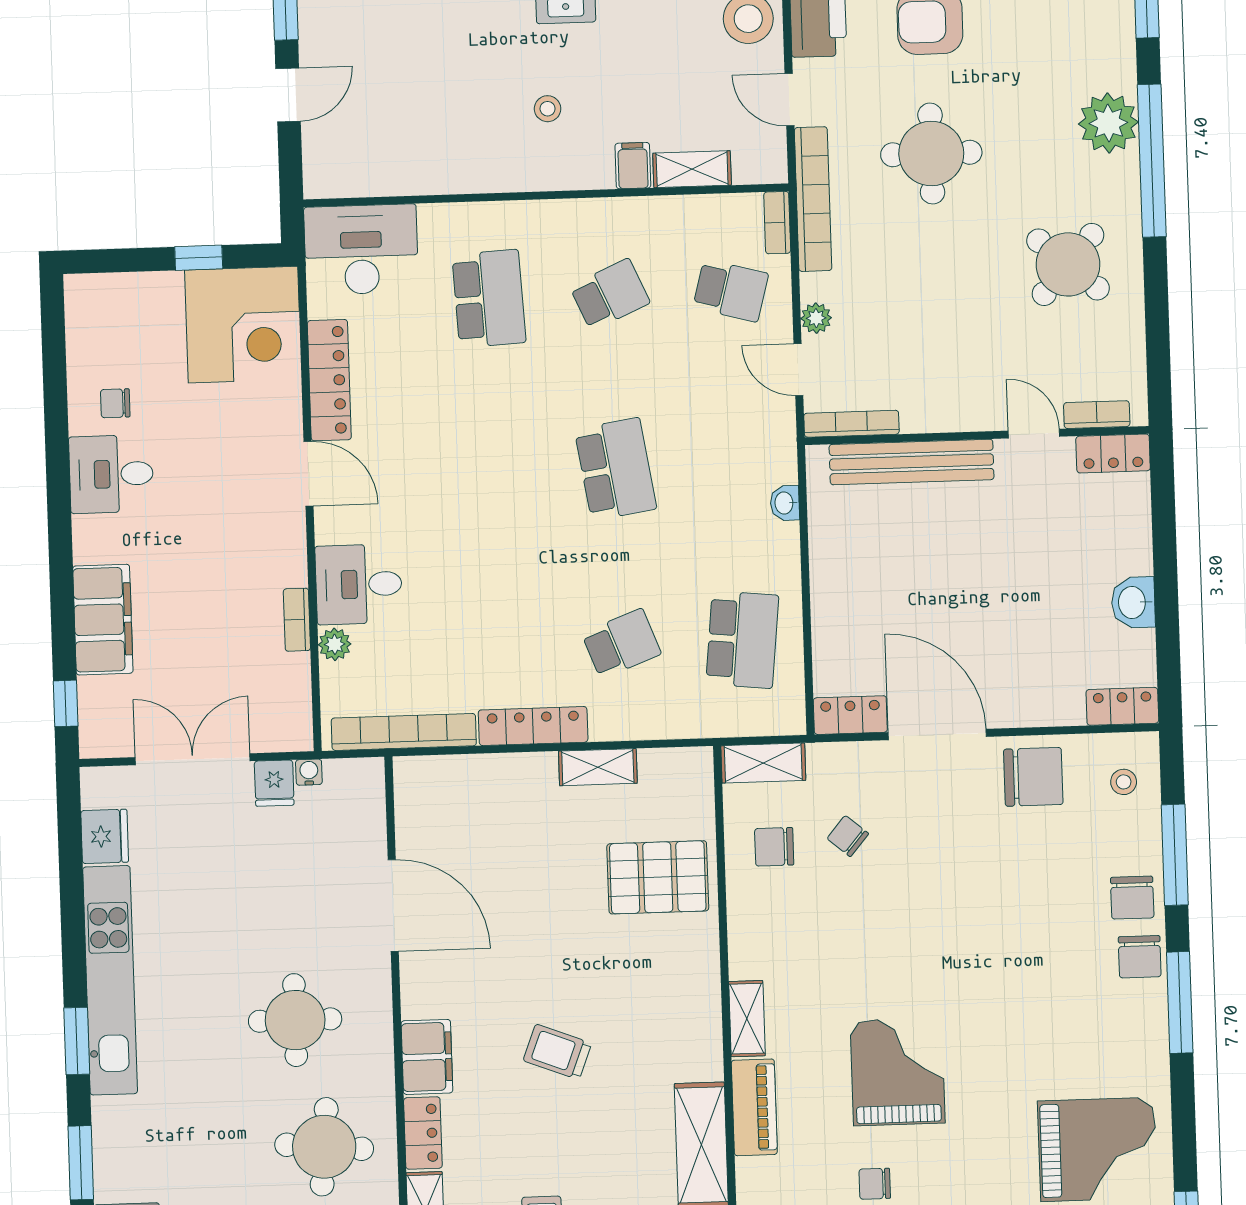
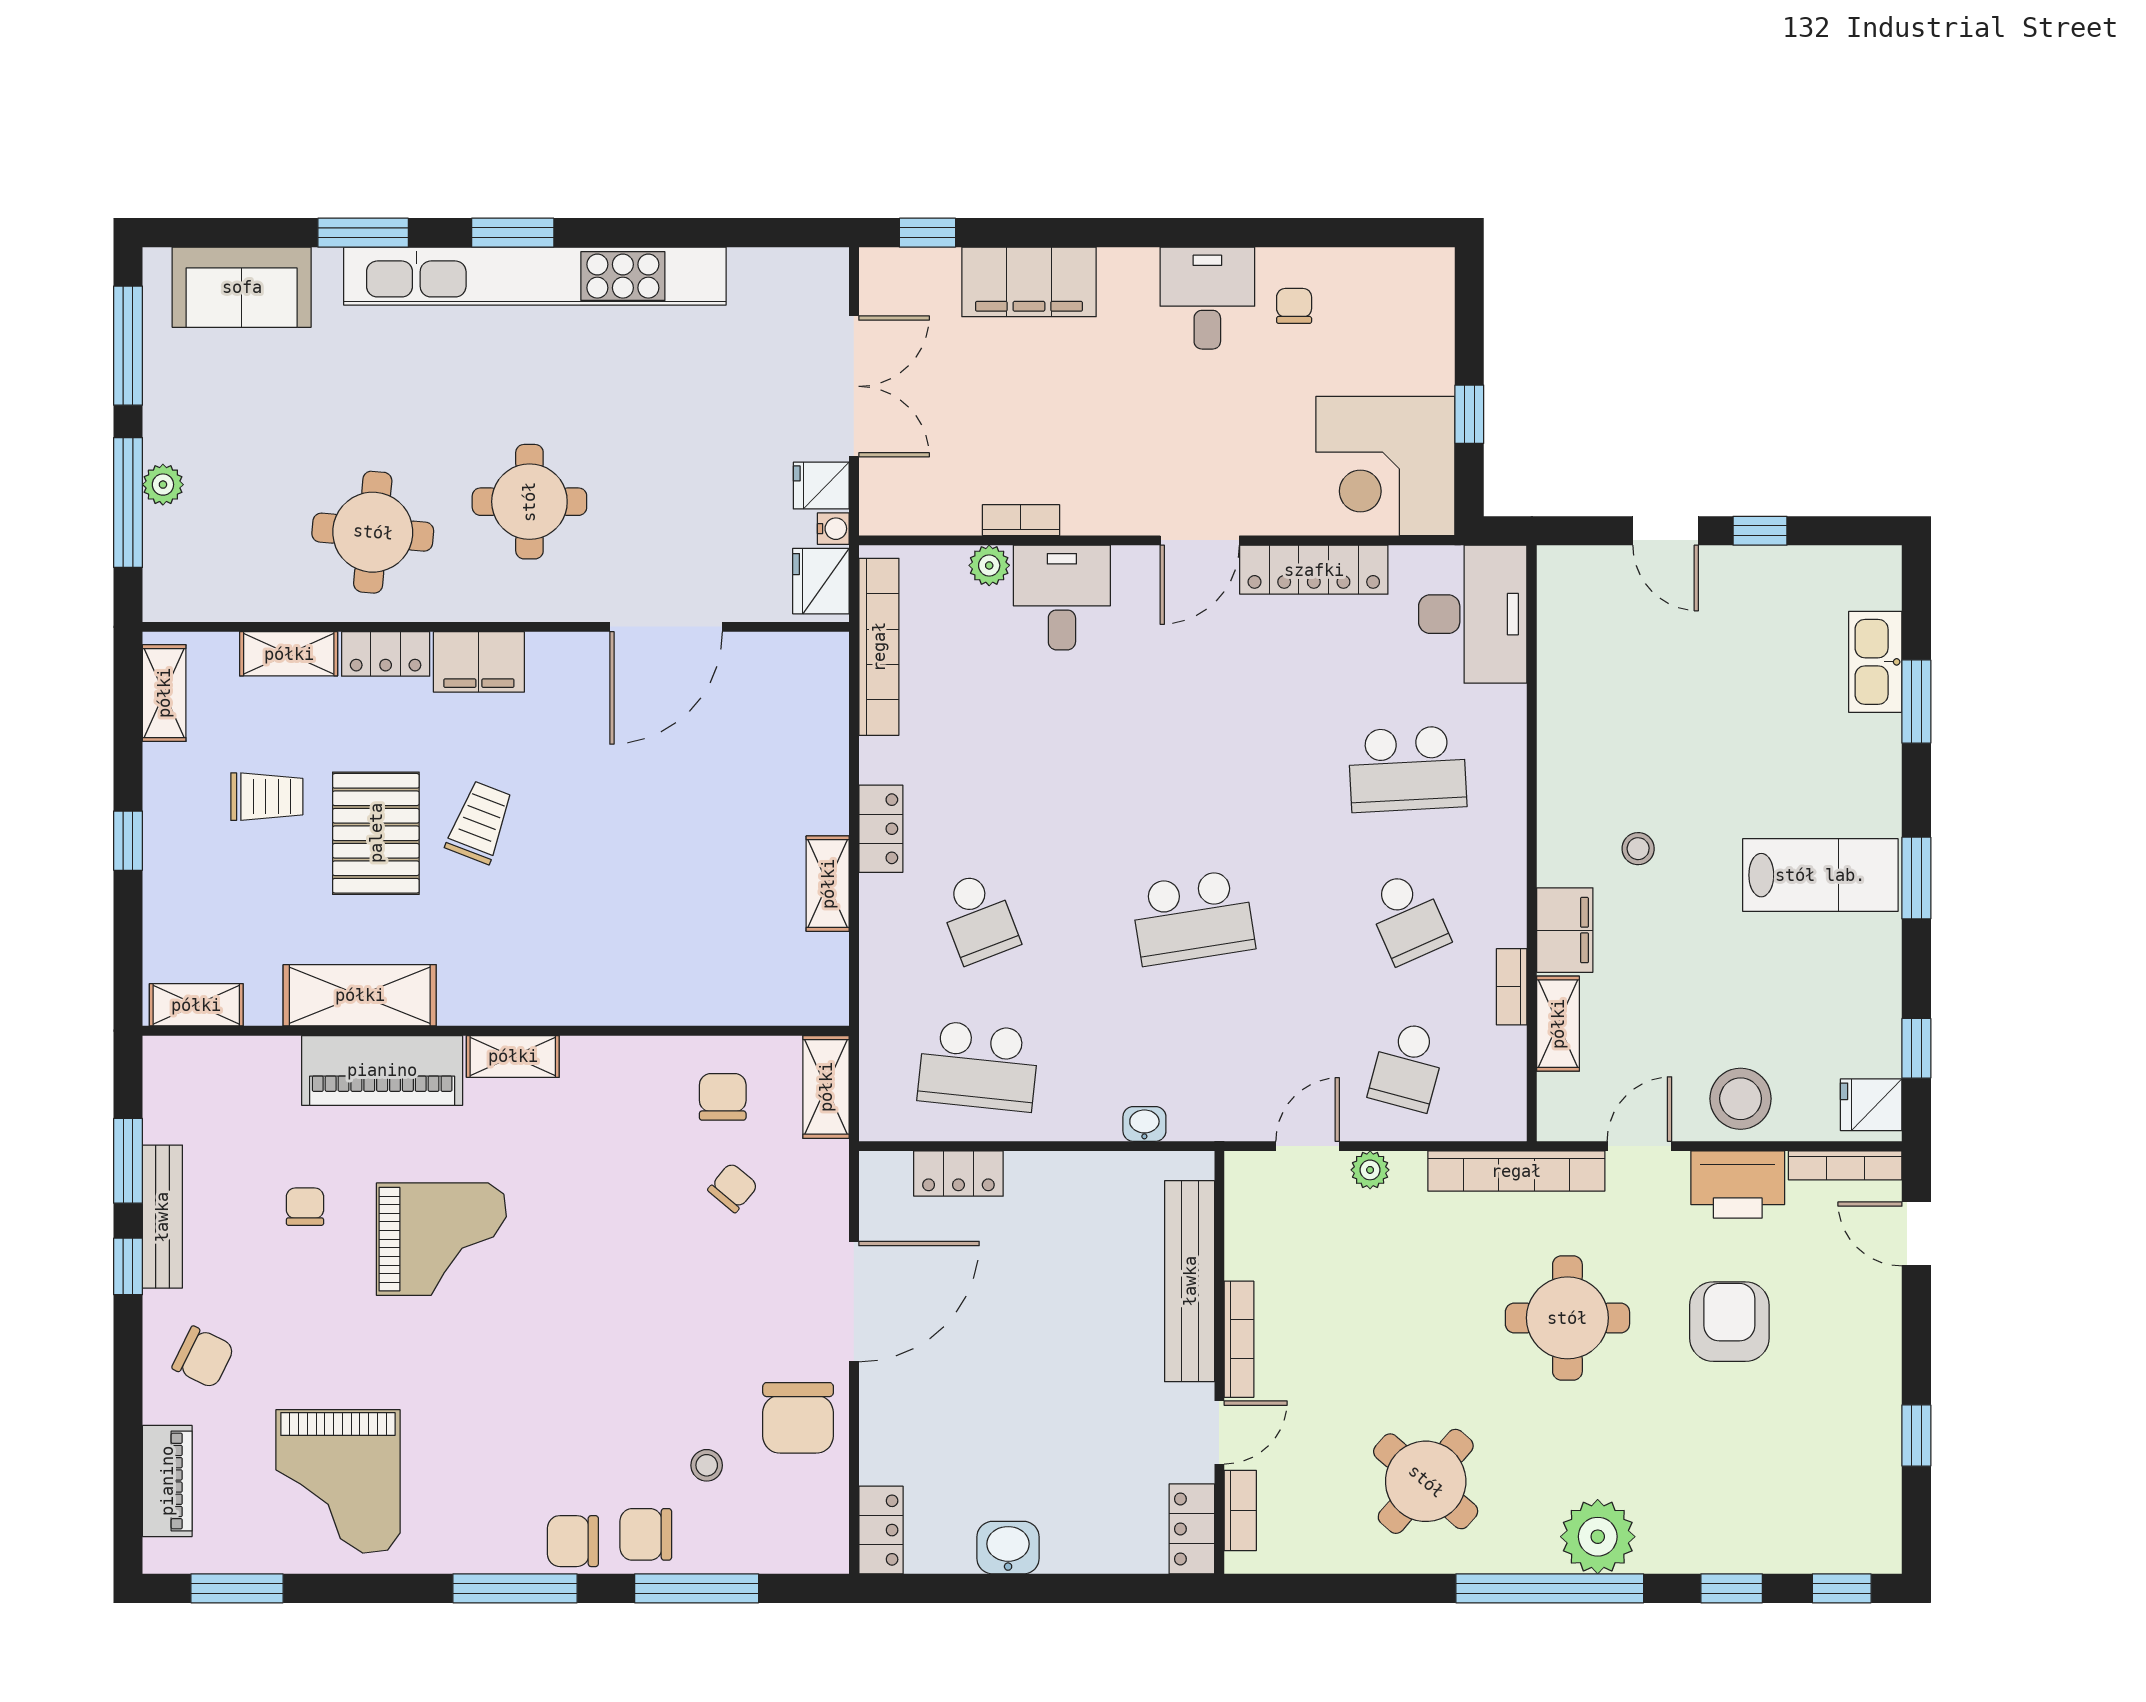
filing cabinet: (633, 166) -> (1565, 930), width x2.00
bookcase: (777, 223) -> (1512, 987), moved, turned -90
bookcase: (851, 424) -> (1239, 1339), moved
locker: (850, 715) -> (958, 1174), moved, turned 90
locker: (533, 726) -> (881, 829), width x0.66
stool: (1124, 782) -> (707, 1465), moved
fridge: (105, 836) -> (821, 581), moved, turned 90
pallet: (658, 877) -> (376, 833), moved
kitchen unit: (110, 980) -> (535, 276), width x1.36
piano: (754, 1107) -> (382, 1070), width x1.37, depth x1.33

